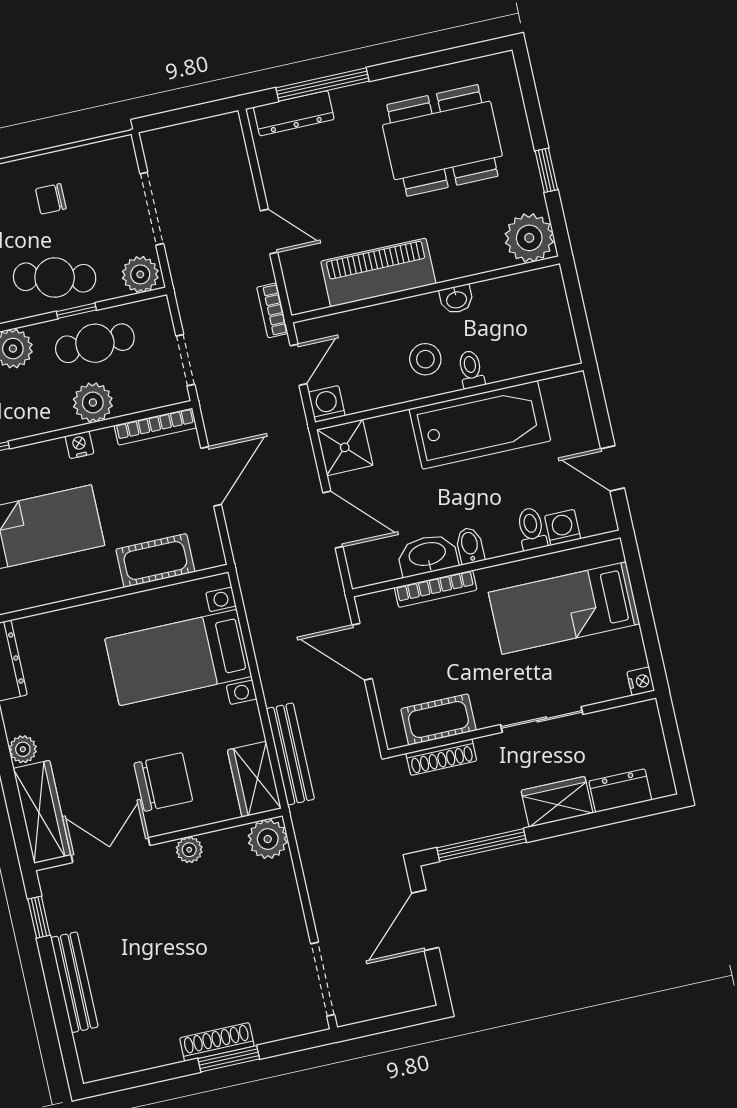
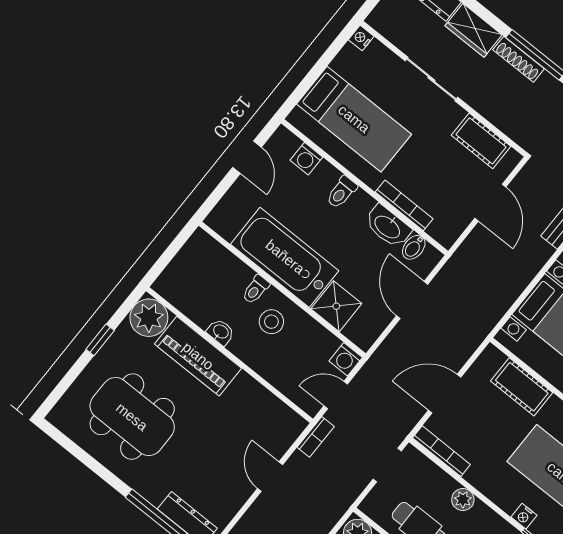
piano: (378, 272) -> (198, 356), moved
plant: (93, 402) -> (463, 500), width x0.73, depth x0.73
nightstand: (79, 445) -> (524, 516), moved
shower: (345, 447) -> (336, 306), moved
toilet: (532, 529) -> (342, 192), moved
bidet: (470, 546) -> (414, 247), moved
door: (362, 652) -> (490, 203), moved
shoe rack: (441, 757) -> (519, 59), moved, turned 180

